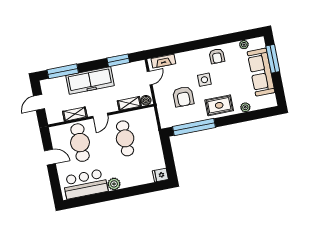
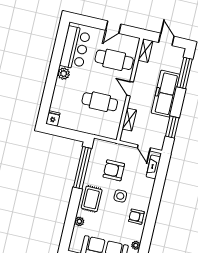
boiler: (146, 100) -> (125, 136), removed
shelving: (75, 114) -> (145, 51), moved

